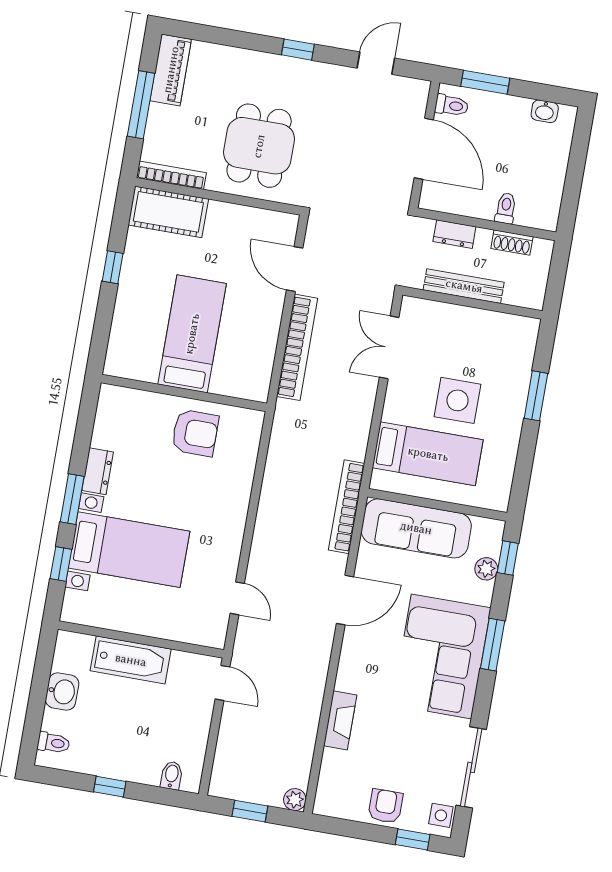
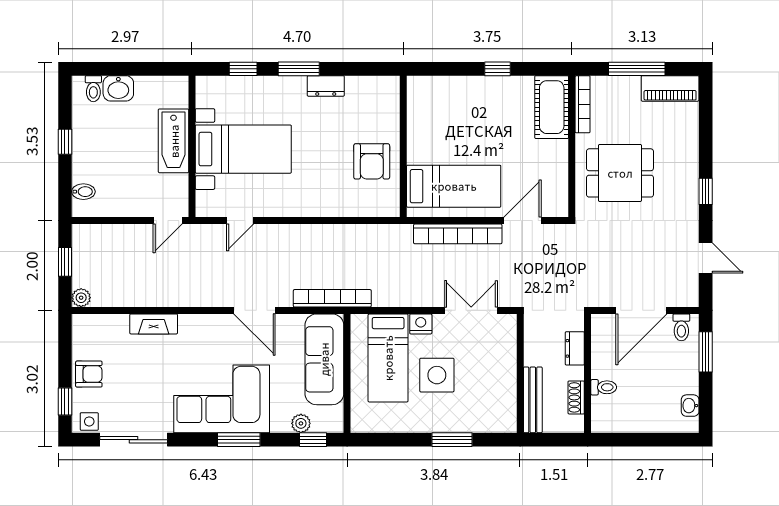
bench: (464, 286) -> (533, 400), moved
bed: (192, 334) -> (454, 186), moved
nightstand: (395, 409) -> (421, 324), added
bed with nightstands: (129, 550) -> (243, 149), moved, turned -90
washbasin: (62, 692) -> (118, 88), moved

